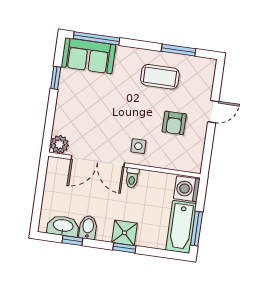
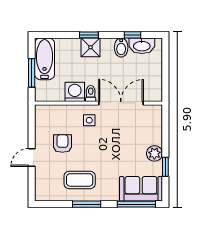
window: (178, 50) -> (87, 204), moved
plant: (59, 144) -> (154, 153), moved
washing machine: (187, 189) -> (75, 92), moved, turned -90
window: (197, 229) -> (32, 73), moved

